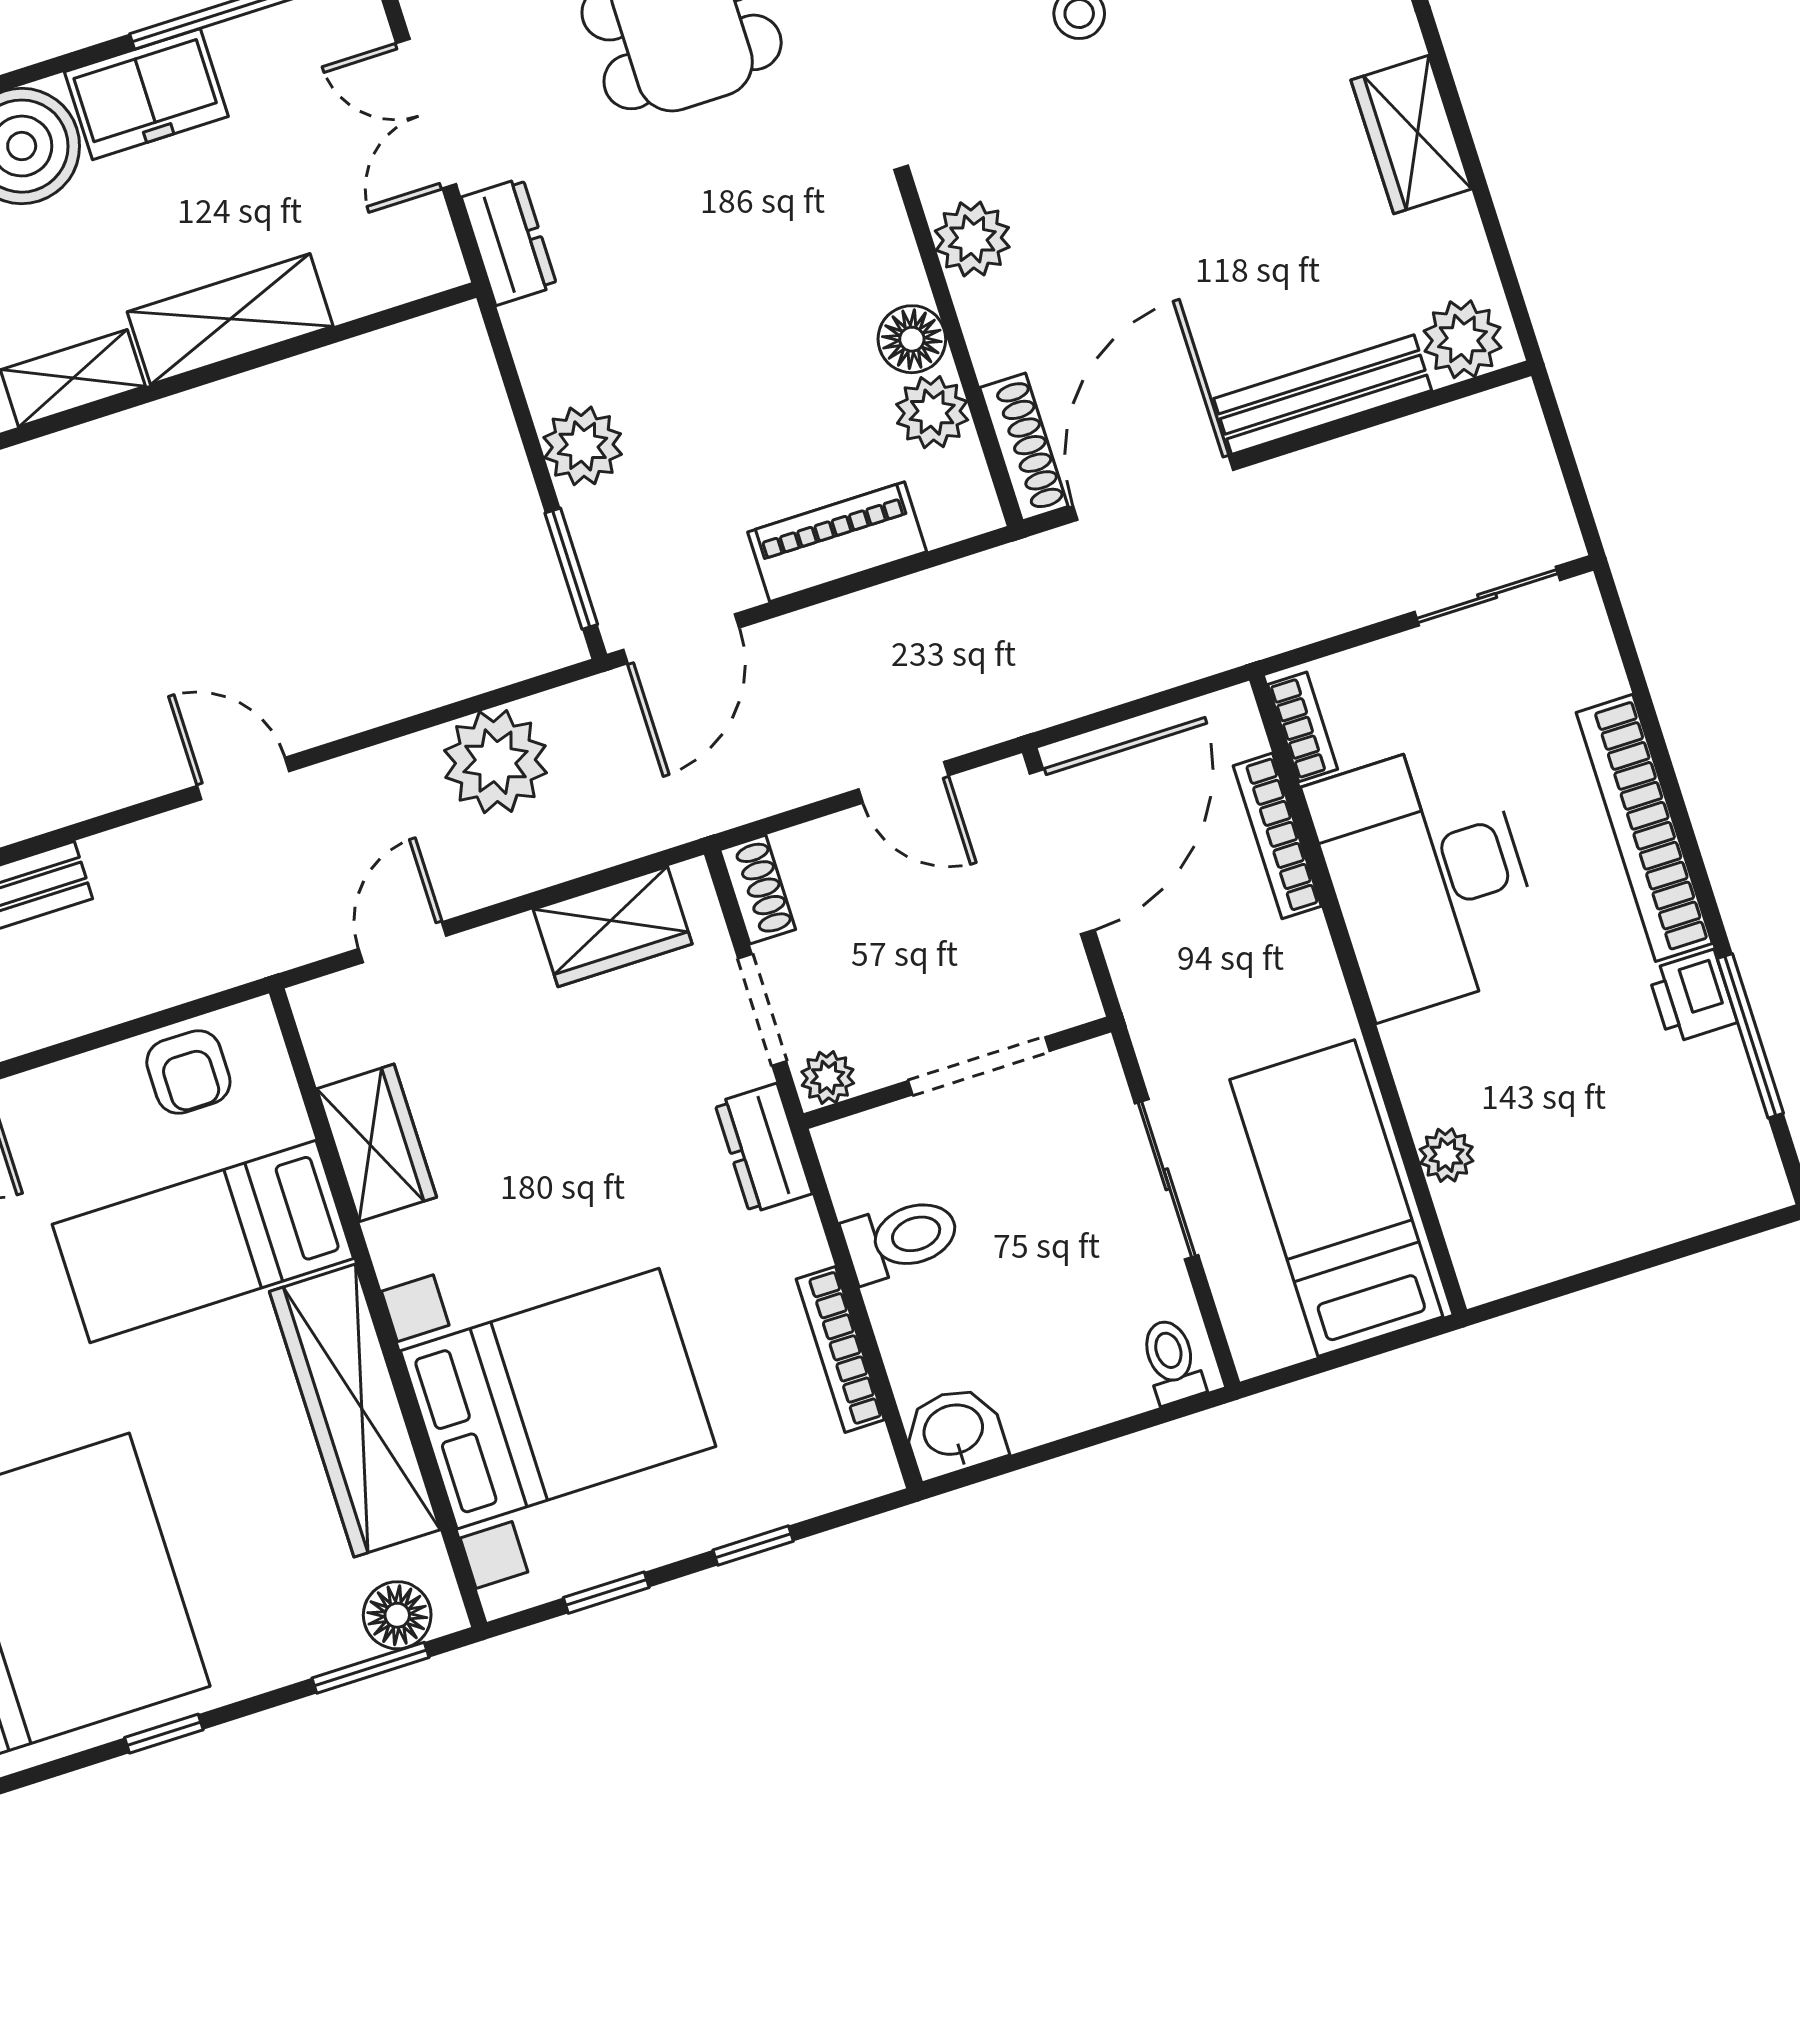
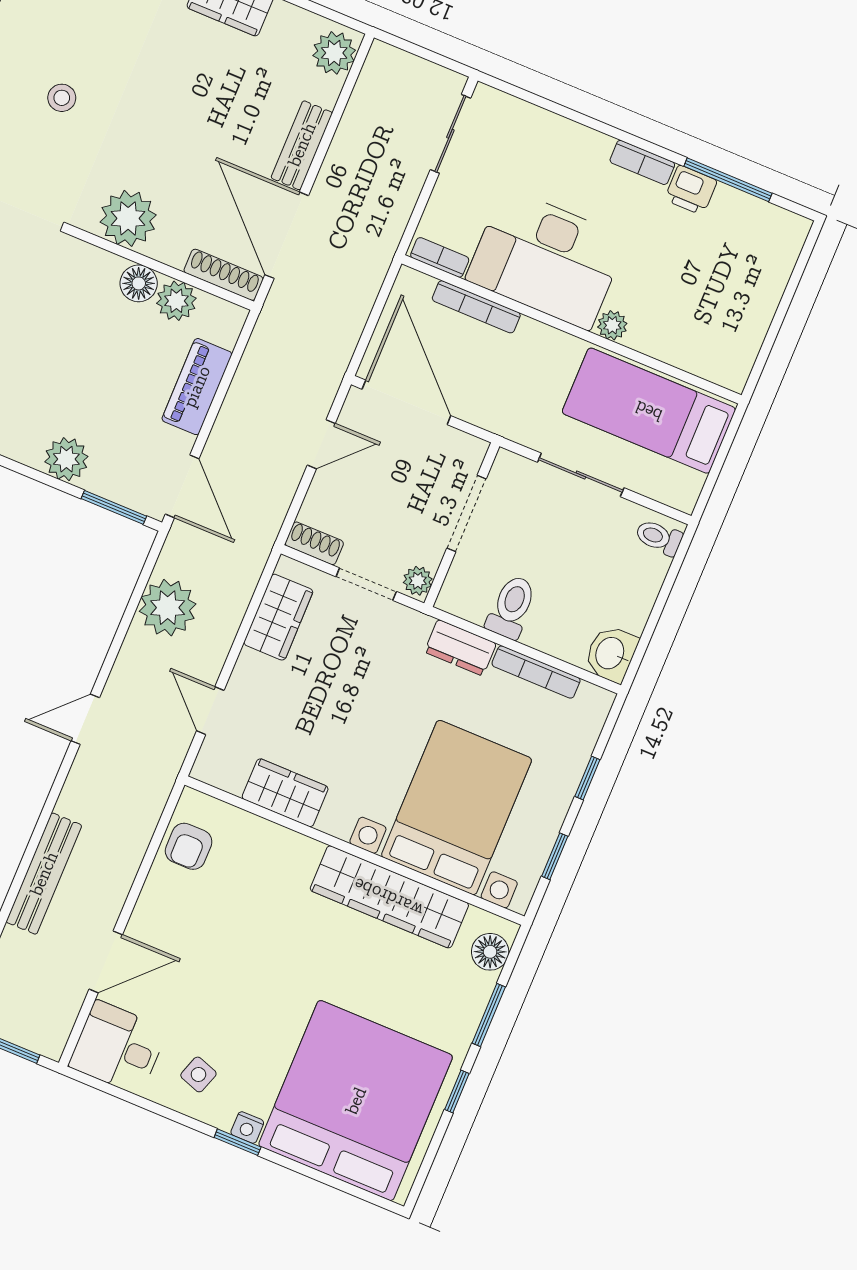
plant: (972, 239) -> (128, 218), width x1.36, depth x1.36
bench: (1323, 395) -> (302, 145), width x0.73
bookcase: (1644, 828) -> (642, 162), width x0.43, depth x0.76
armchair: (188, 1072) -> (189, 846), turned 90
dresser: (763, 1148) -> (460, 648), moved
plant: (1446, 1155) -> (612, 325), moved
bed: (203, 1241) -> (265, 900), removed
window: (370, 1668) -> (489, 1015), moved

